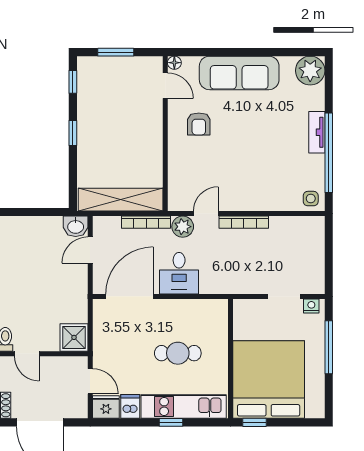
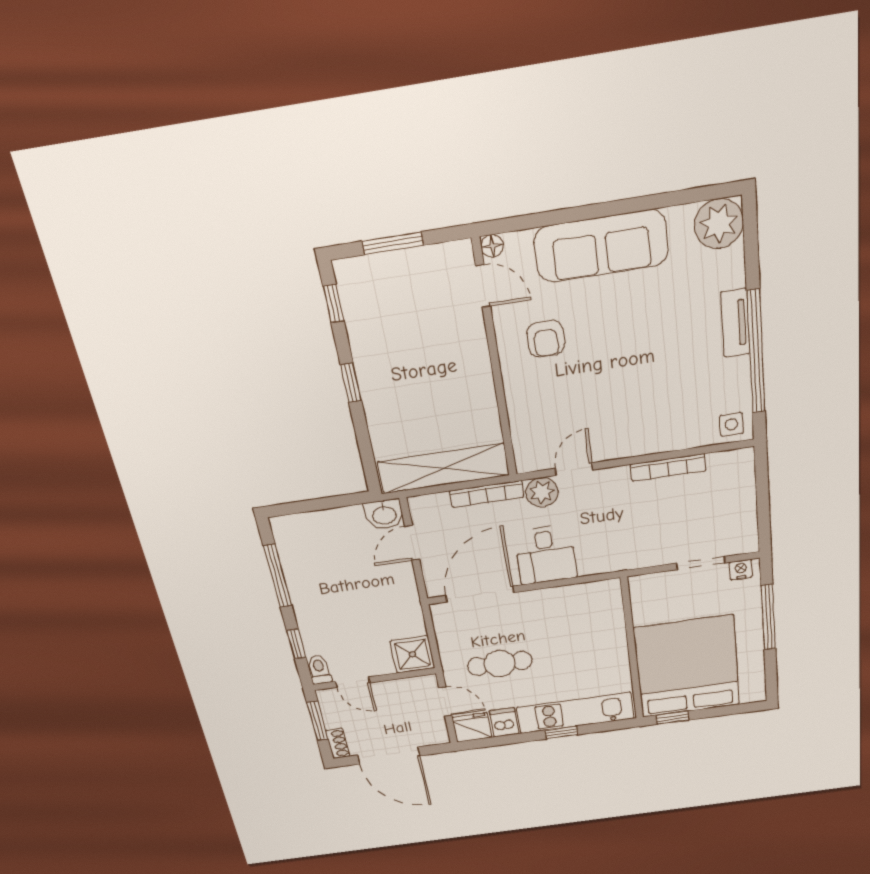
bookcase: (244, 222) -> (668, 468), moved
cafe table: (178, 353) -> (500, 663), moved

